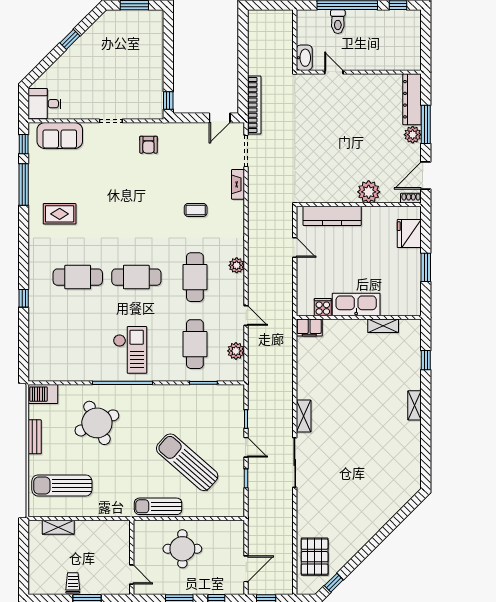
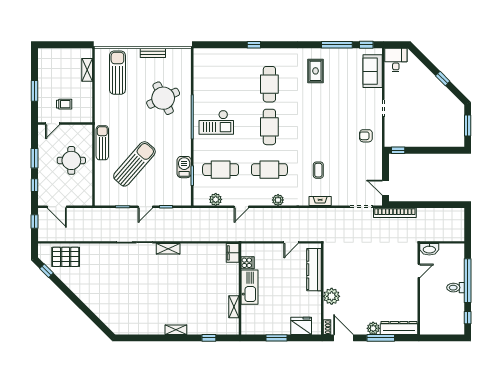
toilet: (338, 22) -> (456, 288), moved
fireplace: (238, 184) -> (320, 201), moved
barbecue: (43, 394) -> (184, 167), moved
trolley: (73, 583) -> (64, 104), moved

